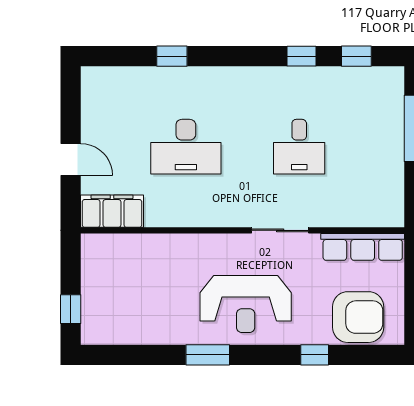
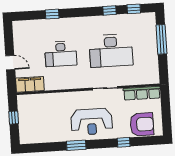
desk: (299, 147) -> (111, 51), width x1.87, depth x1.30
window: (71, 309) -> (14, 118), moved

